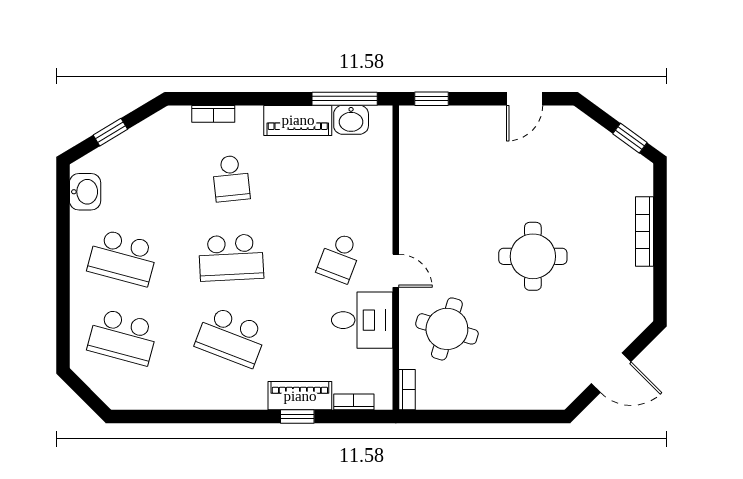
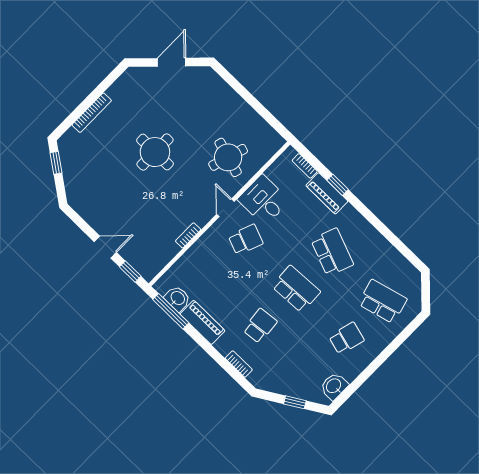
door: (525, 99) -> (105, 247), moved
school desk: (123, 258) -> (346, 338), width x0.54
school desk: (123, 337) -> (383, 301), turned -30
door: (611, 373) -> (172, 62), hinge flipped
bookcase: (407, 390) -> (188, 235), moved

